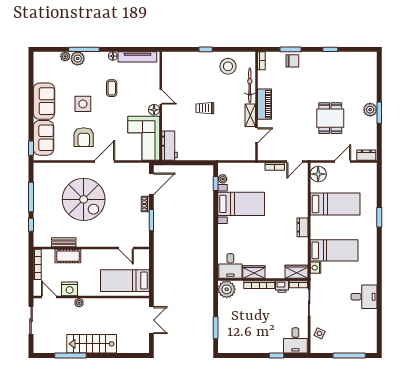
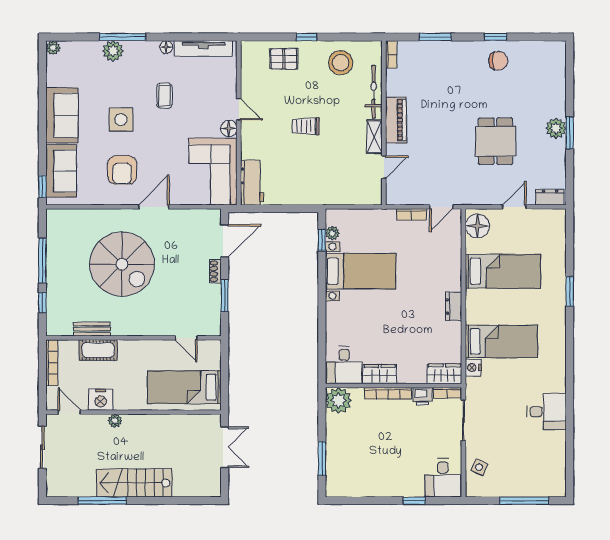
plant: (65, 56) -> (53, 48), moved
chair: (292, 61) -> (498, 61), moved
pallet: (190, 64) -> (284, 59), added

